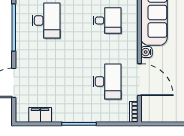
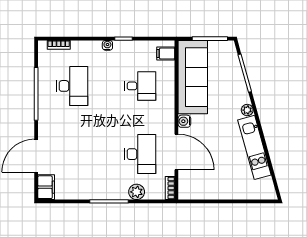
filing cabinet: (40, 115) -> (46, 187), moved, turned 90
plant: (104, 115) -> (137, 192), added

